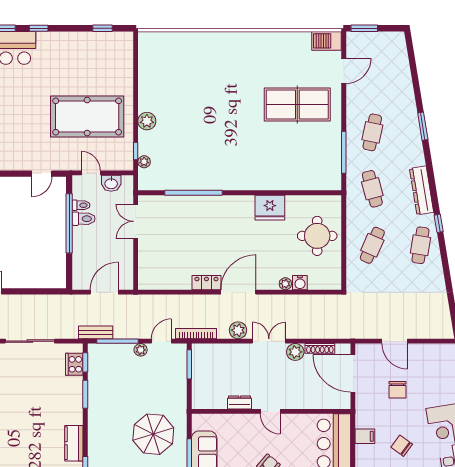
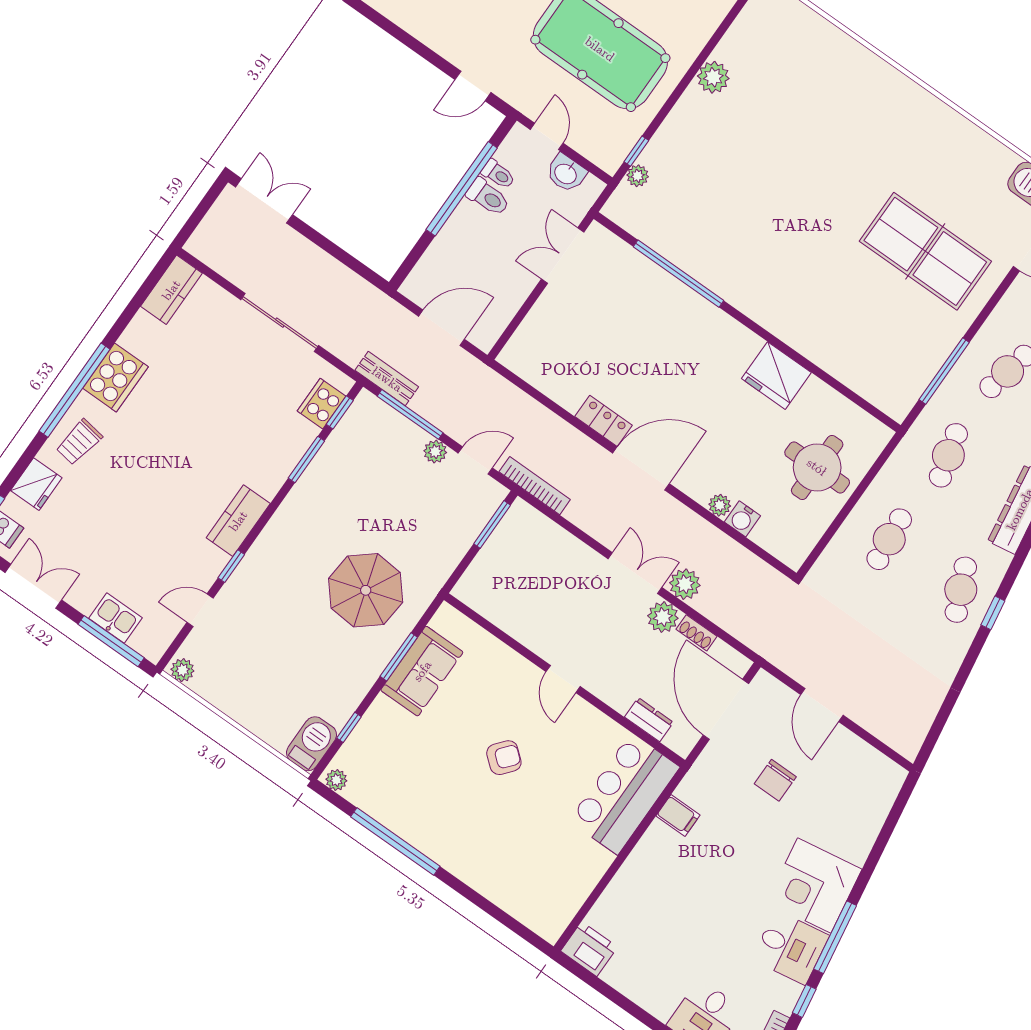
plant: (147, 121) -> (713, 77), moved
window: (439, 223) -> (993, 613), moved
cafe table: (372, 245) -> (889, 539), turned -30
cafe table: (420, 245) -> (961, 590), turned -33
plant: (238, 330) -> (685, 584), moved
shoe rack: (320, 348) -> (697, 633), width x0.70
dresser: (240, 402) -> (649, 720), moved
chair: (402, 446) -> (723, 868), removed

